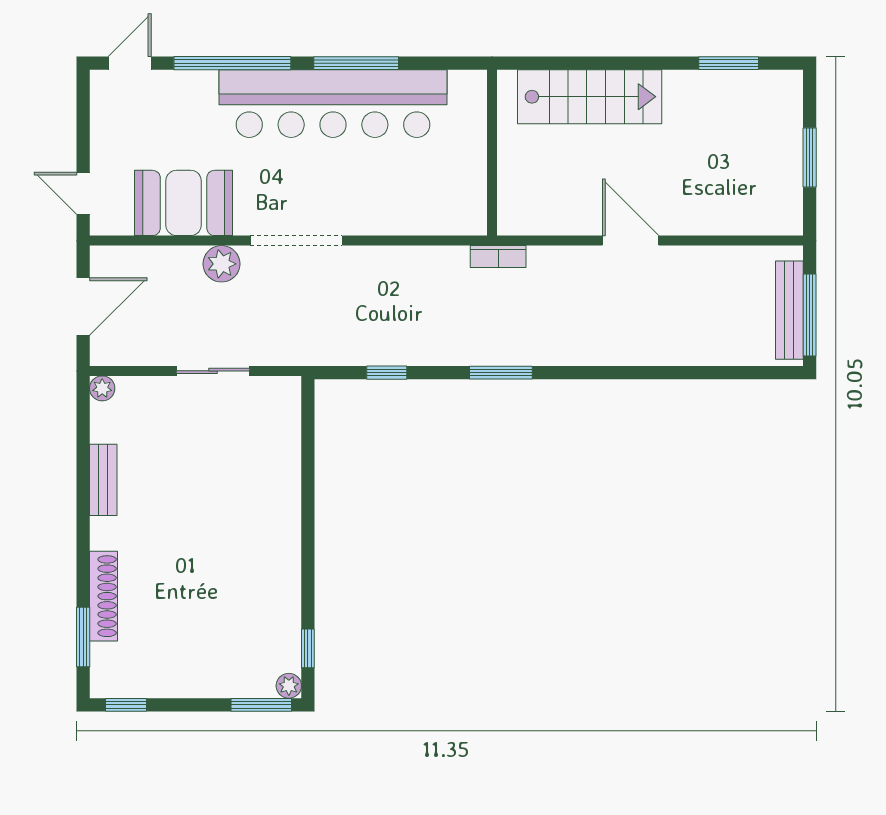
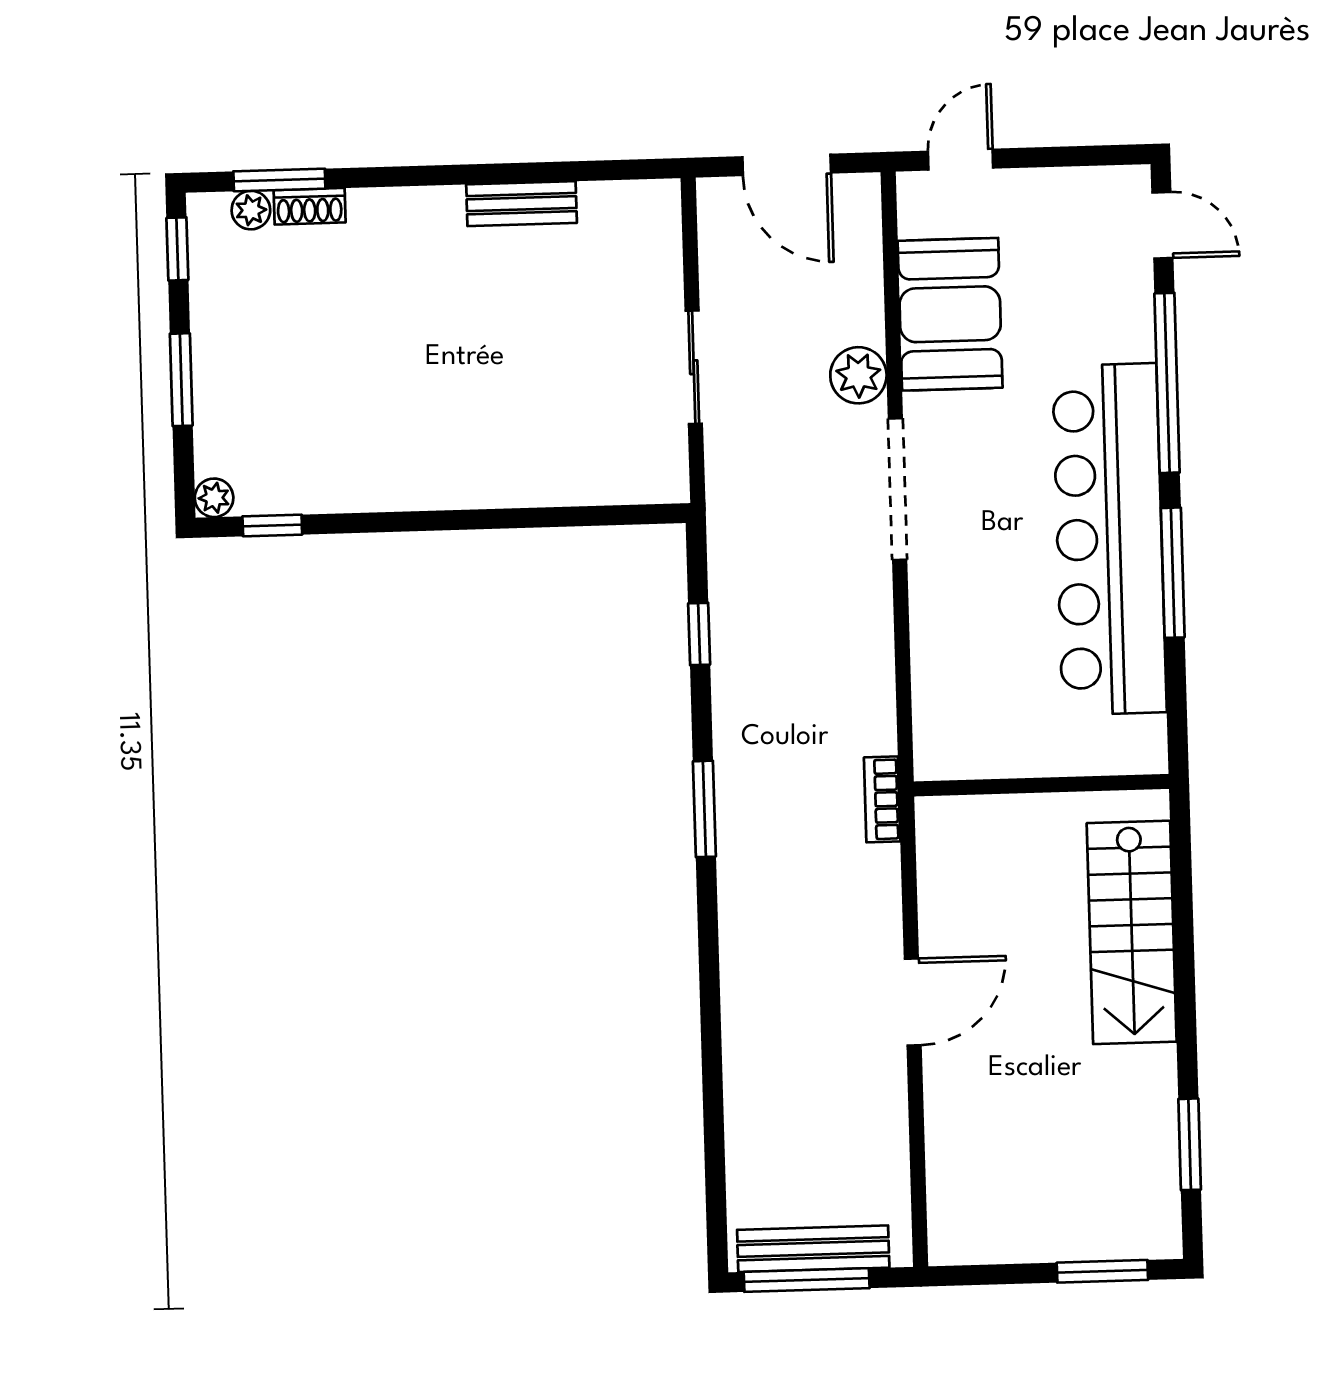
window: (810, 158) -> (1102, 1271), moved
plant: (102, 388) -> (251, 210), moved
shoe rack: (103, 596) -> (310, 206), width x0.51, depth x0.81
window: (261, 705) -> (181, 380), moved

